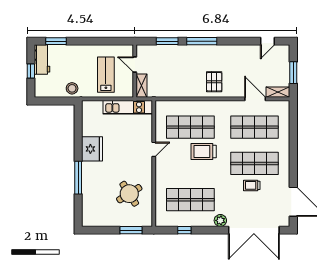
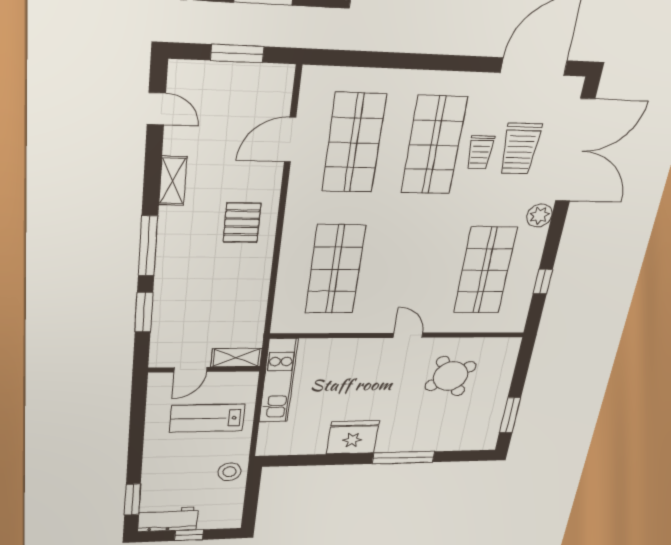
pallet: (214, 82) -> (242, 223), turned 90
shelving: (278, 92) -> (173, 181), moved
door: (154, 149) -> (408, 335), moved
trolley: (204, 152) -> (520, 149), moved
window: (131, 230) -> (510, 415), moved

